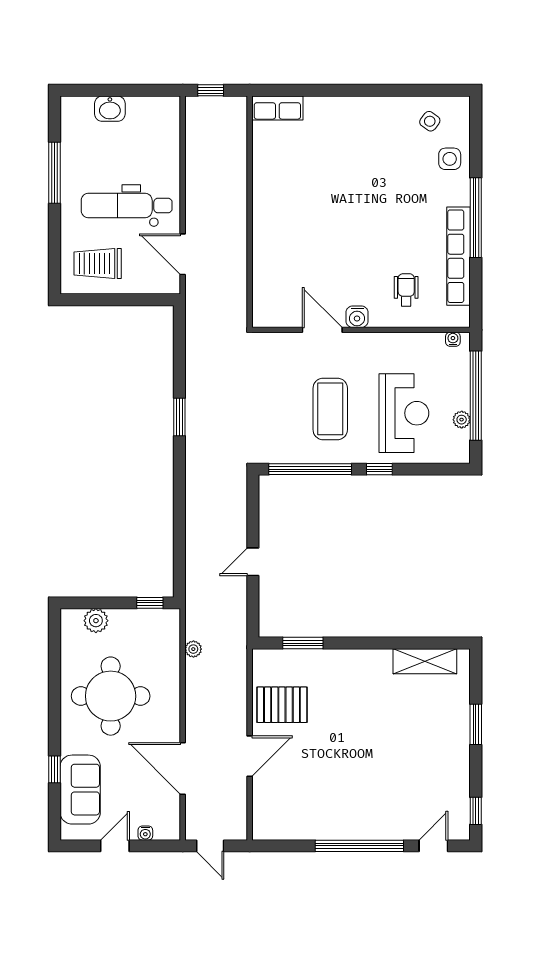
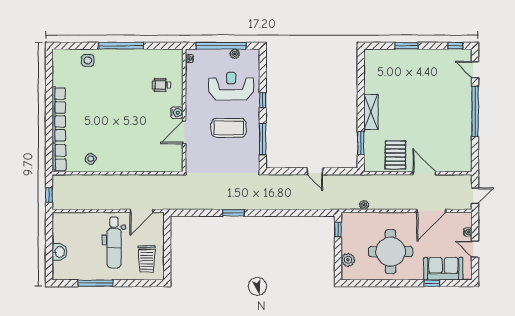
side table: (430, 121) -> (91, 159), moved
row of seats: (459, 256) -> (59, 114), moved, turned -90
window: (310, 469) -> (263, 139), width x0.68
shelving: (425, 661) -> (371, 112), moved

